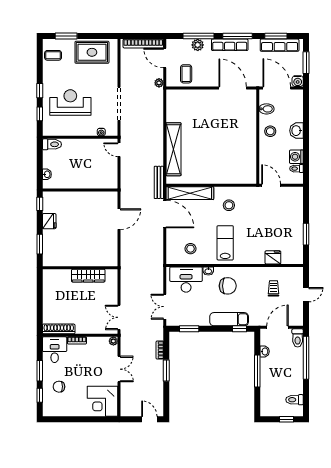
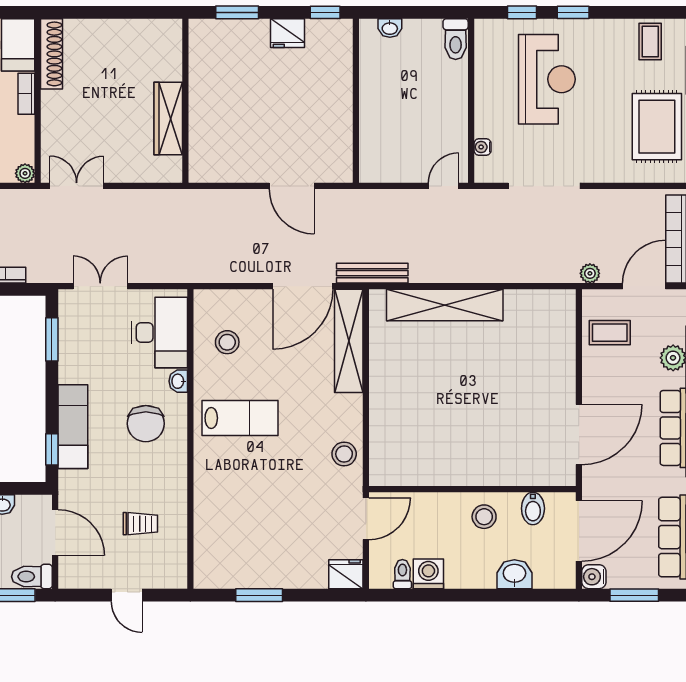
washbasin: (297, 131) -> (514, 574), moved
stool: (229, 205) -> (344, 454), moved
fridge: (273, 257) -> (346, 574), moved, turned -90

